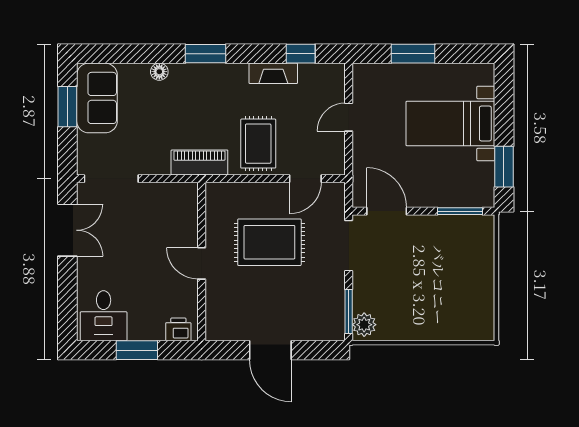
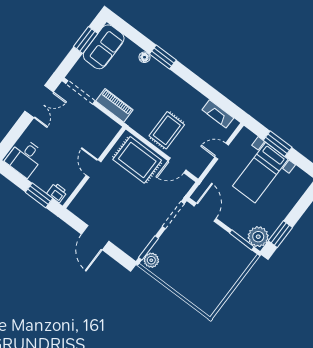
window: (206, 54) -> (163, 57), moved
window: (301, 54) -> (222, 101), removed
fireplace: (273, 73) -> (218, 114), moved
bed with nightstands: (450, 123) -> (260, 173), moved, turned -90
piano: (199, 162) -> (114, 105), moved
plant: (478, 191) -> (258, 237), added
rug: (269, 242) -> (137, 160), moved
window: (137, 350) -> (39, 195), moved

